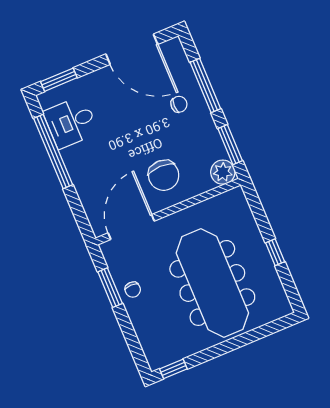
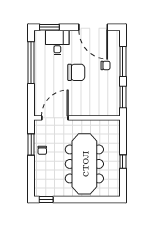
desk: (71, 122) -> (57, 43), moved, turned 90
plant: (223, 172) -> (113, 110), removed
chair: (164, 175) -> (76, 72), moved, turned -90

